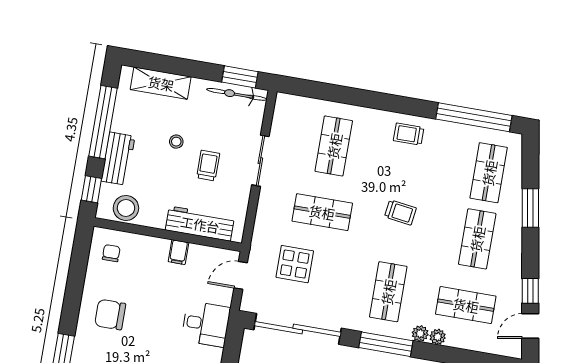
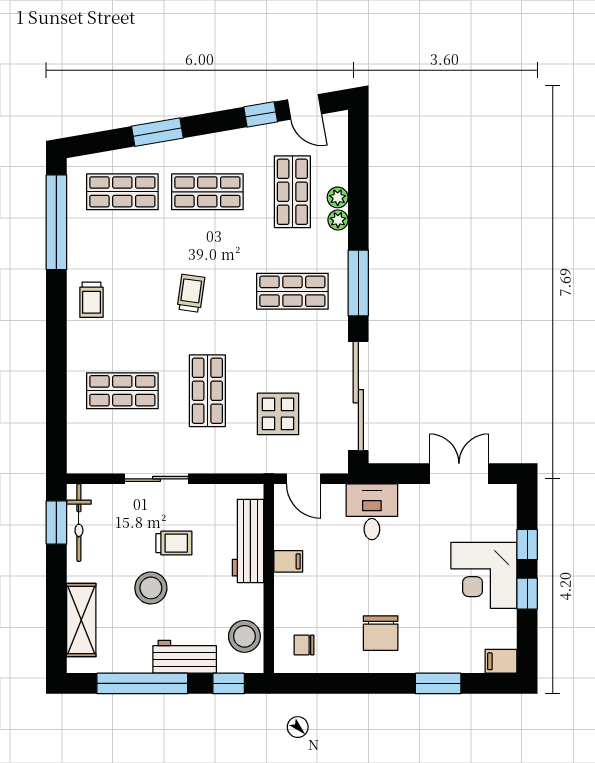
stool: (176, 142) -> (151, 588), width x1.89, depth x1.89
trolley: (208, 166) -> (174, 543), turned 180
plant: (420, 334) -> (338, 197), moved

